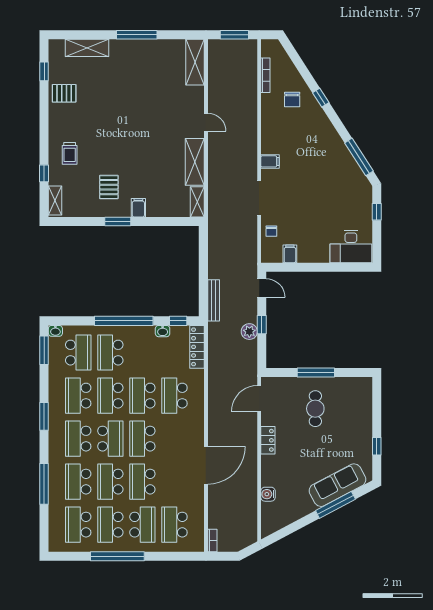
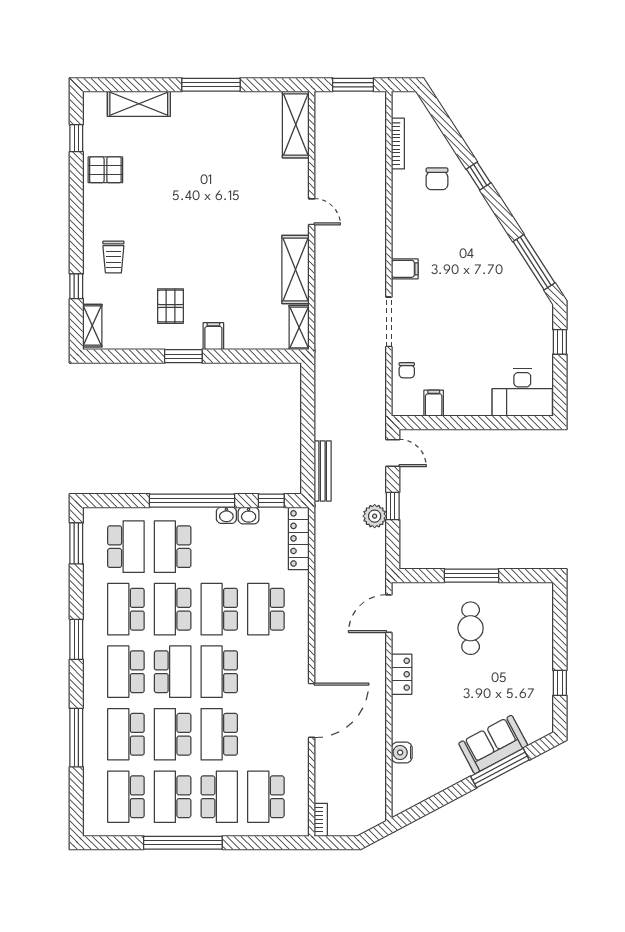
washbasin: (55, 331) -> (226, 515), moved
sofa: (337, 485) -> (493, 744), width x0.73

